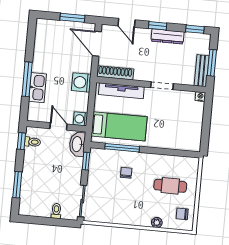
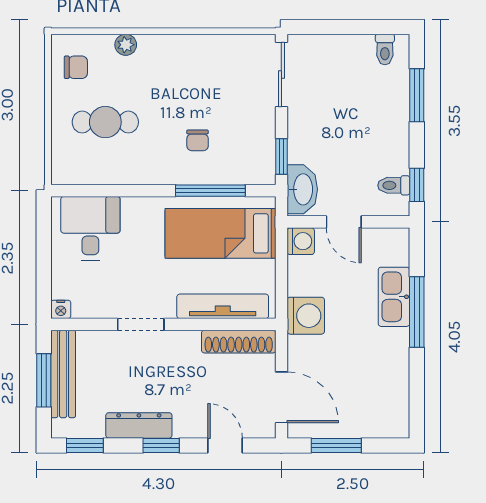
bench: (202, 71) -> (63, 374), width x1.36
desk: (182, 135) -> (90, 228), added
toilet: (56, 211) -> (385, 49), moved

